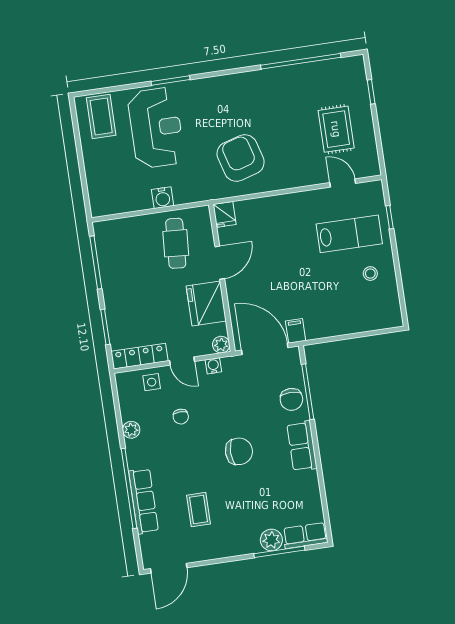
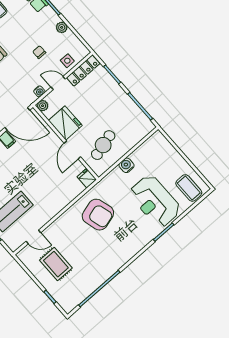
cafe table: (176, 243) -> (103, 145), turned 71

